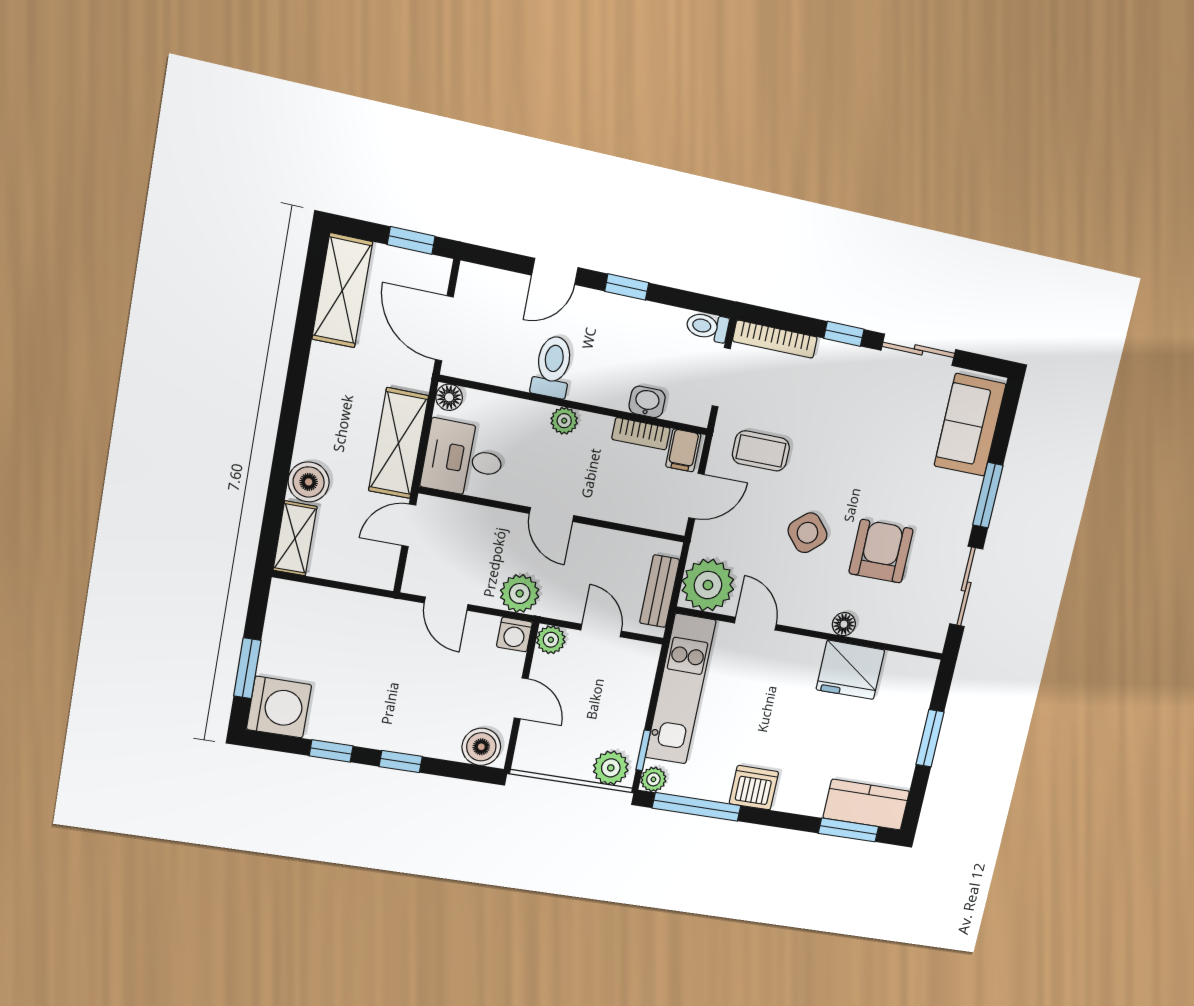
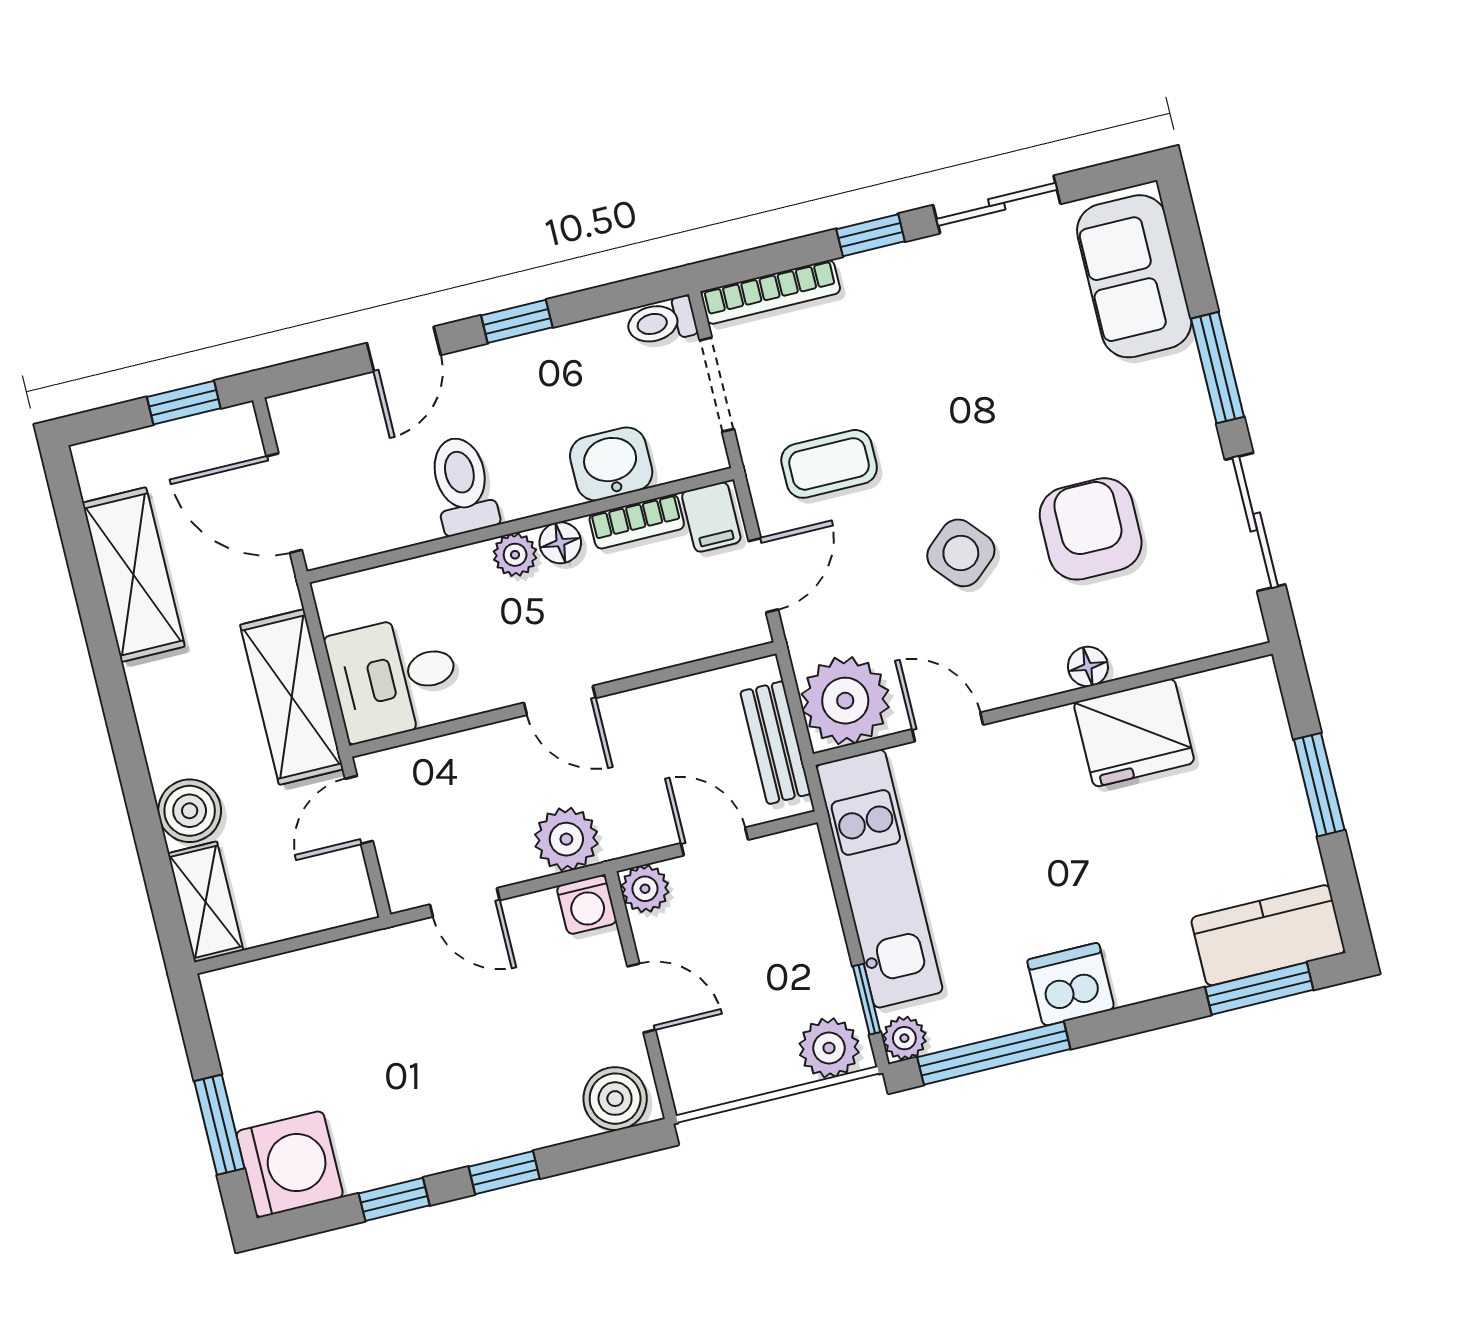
shelving: (342, 290) -> (134, 575), moved
floor lamp: (449, 397) -> (560, 543), moved
washbasin: (647, 402) -> (611, 464), width x1.38, depth x1.45

